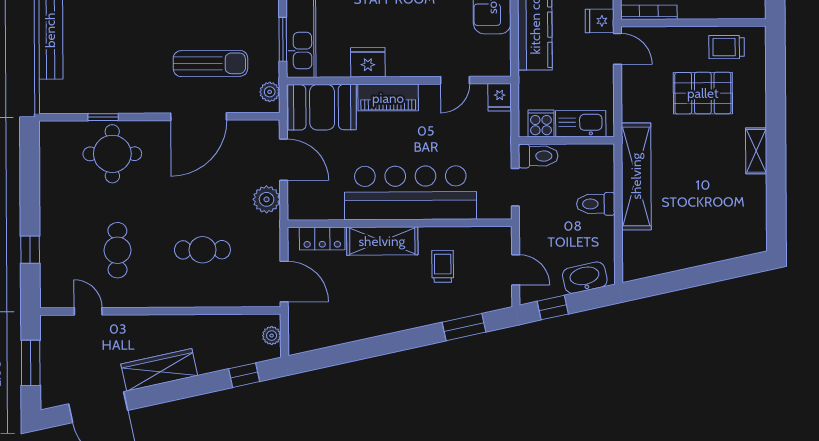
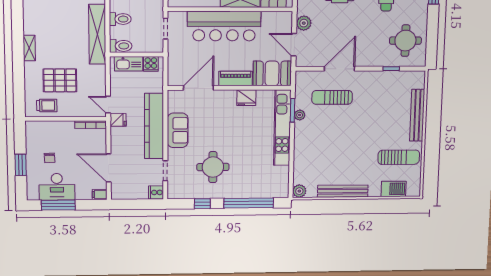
door: (455, 80) -> (198, 88), width x1.88
plant: (270, 92) -> (300, 115), moved
fridge: (500, 97) -> (174, 78), removed
round table: (112, 154) -> (405, 41), moved
toilet: (538, 156) -> (121, 46), moved, turned 180

